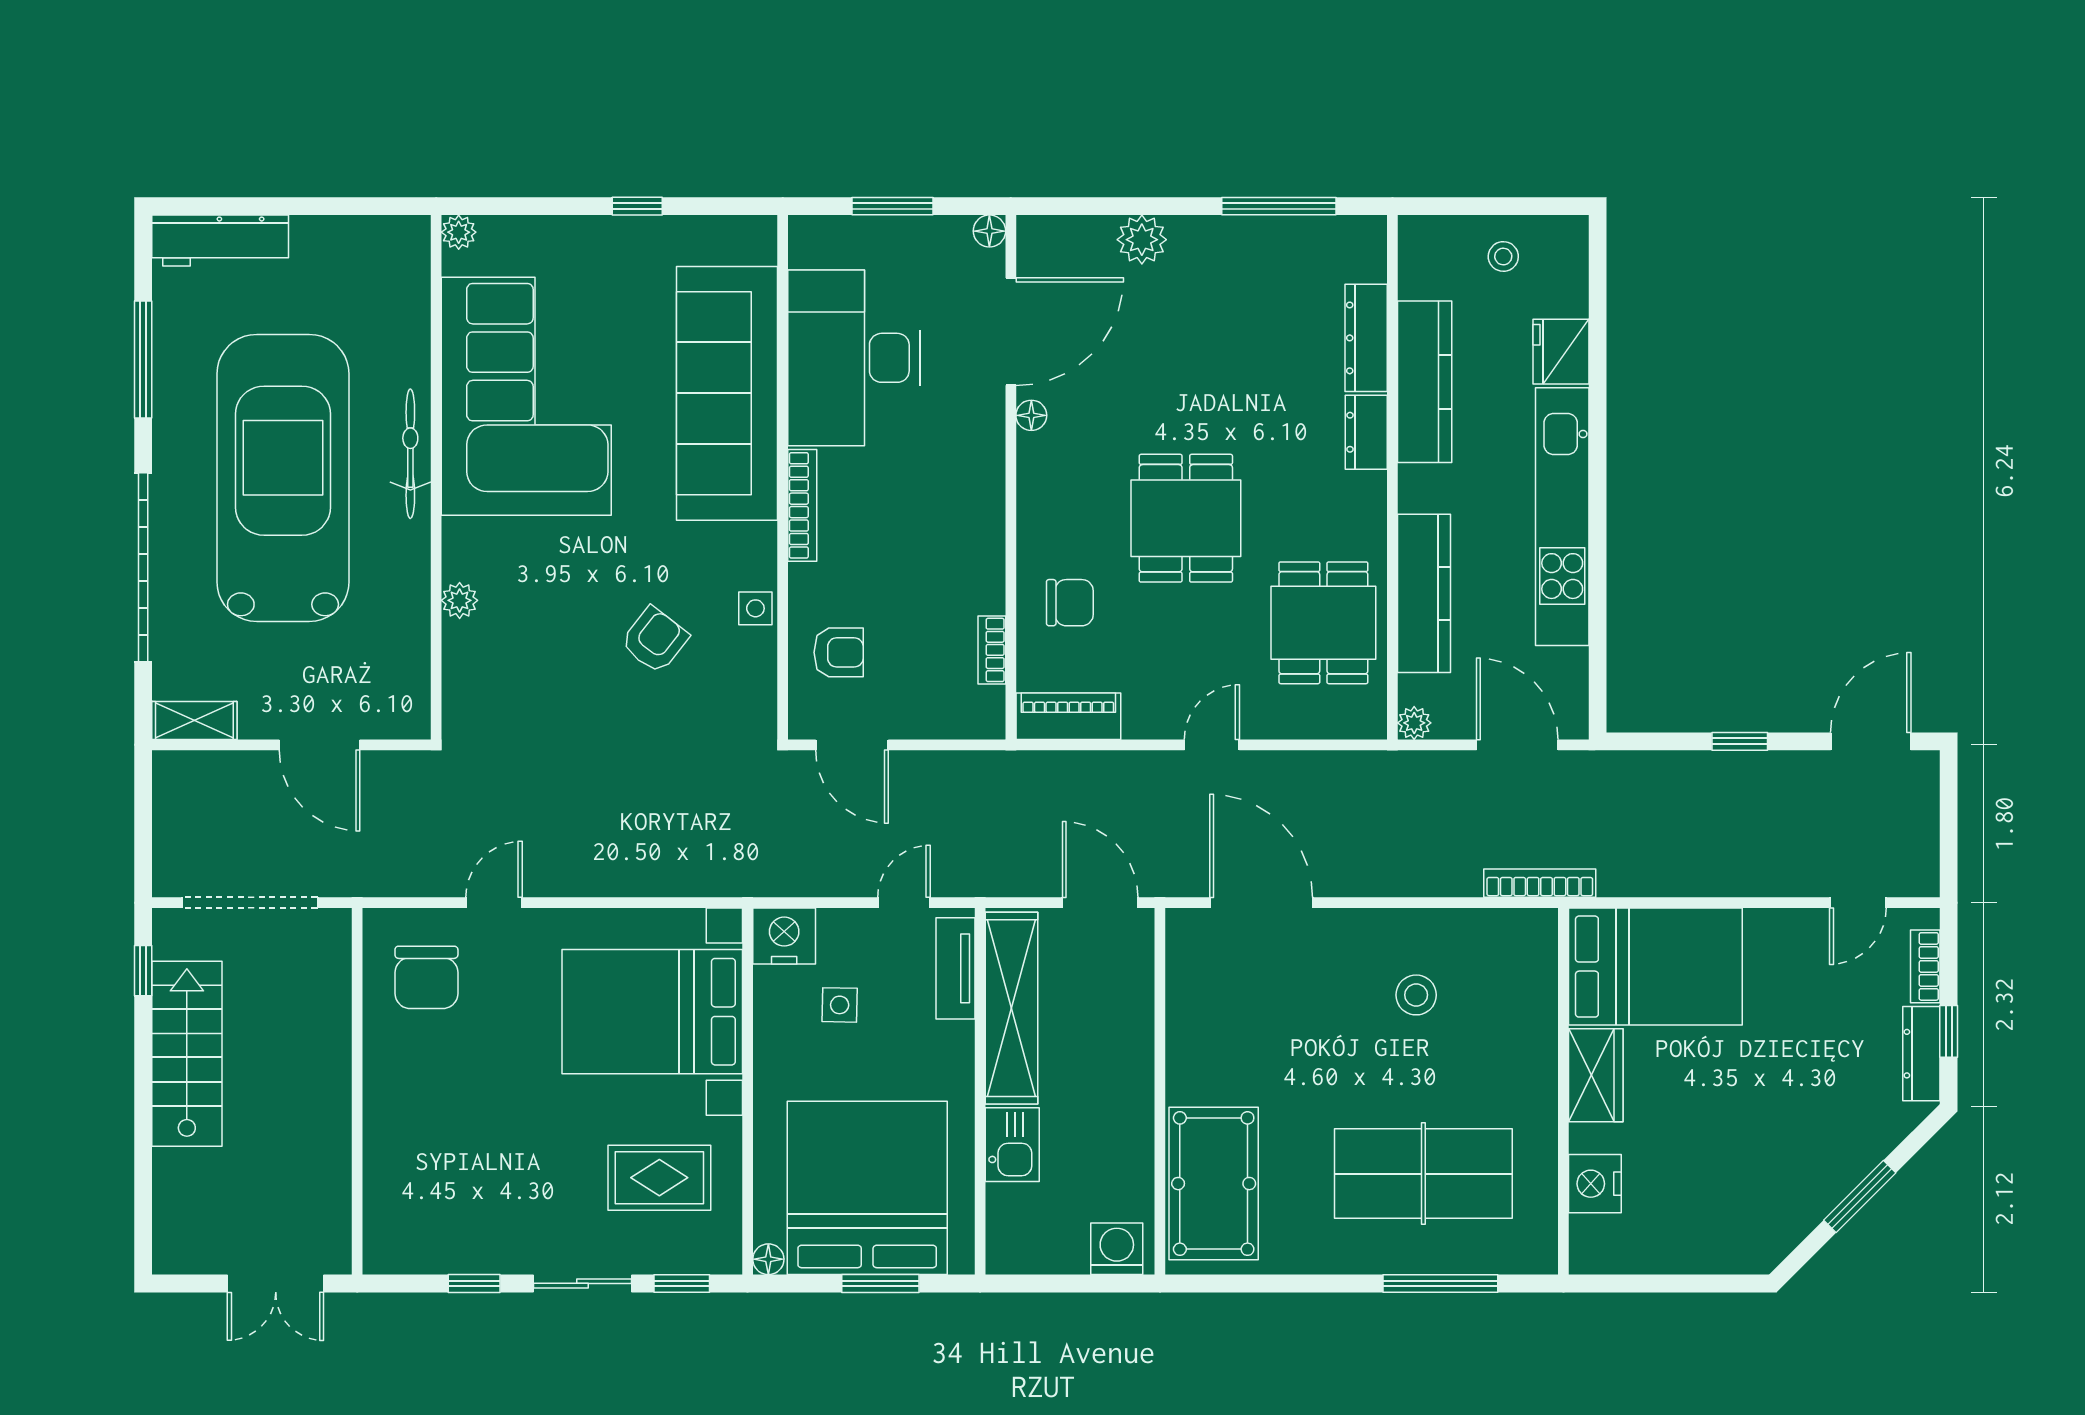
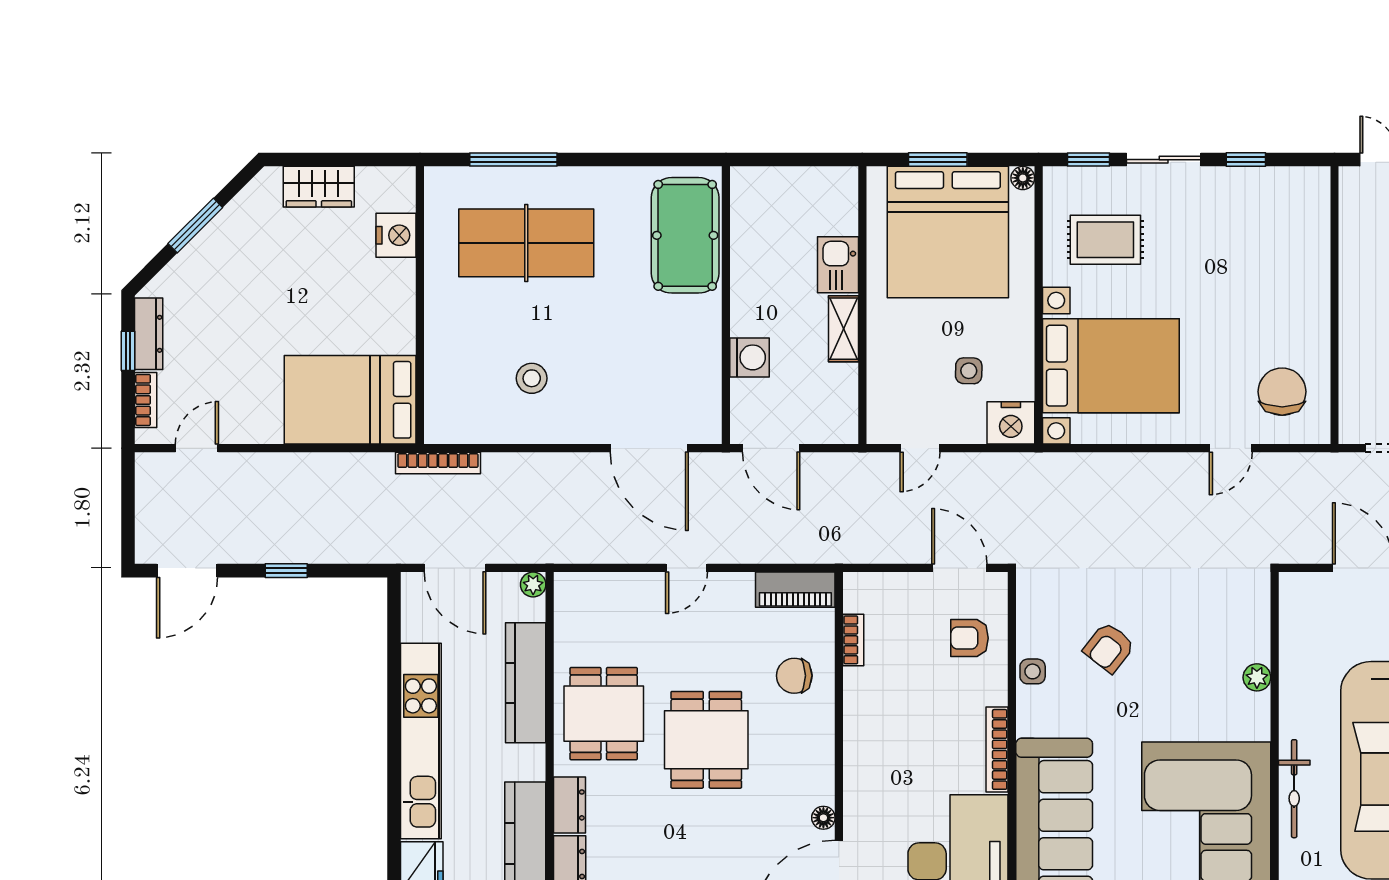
dining table: (1323, 623) -> (604, 714), moved
tv unit: (955, 968) -> (881, 399), removed
shelving: (1012, 1008) -> (843, 329), width x0.45, depth x0.75
wardrobe: (1596, 1075) -> (319, 187), moved, turned -90
washing machine: (1117, 1249) -> (750, 357), moved, turned -90

